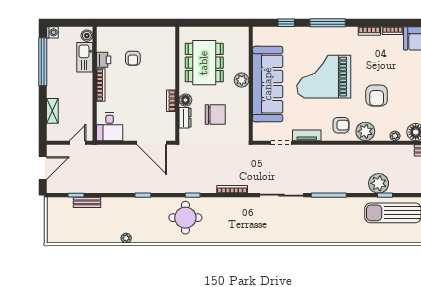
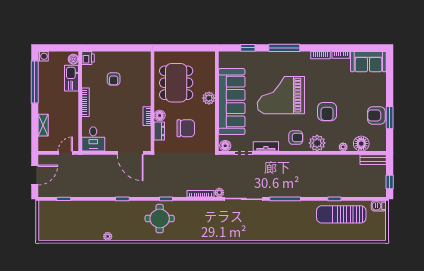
printer: (104, 60) -> (88, 58), moved
floor lamp: (260, 135) -> (225, 146), added
plant: (379, 183) -> (219, 193), moved, width x0.53, depth x0.53
bench: (87, 202) -> (73, 205), removed

